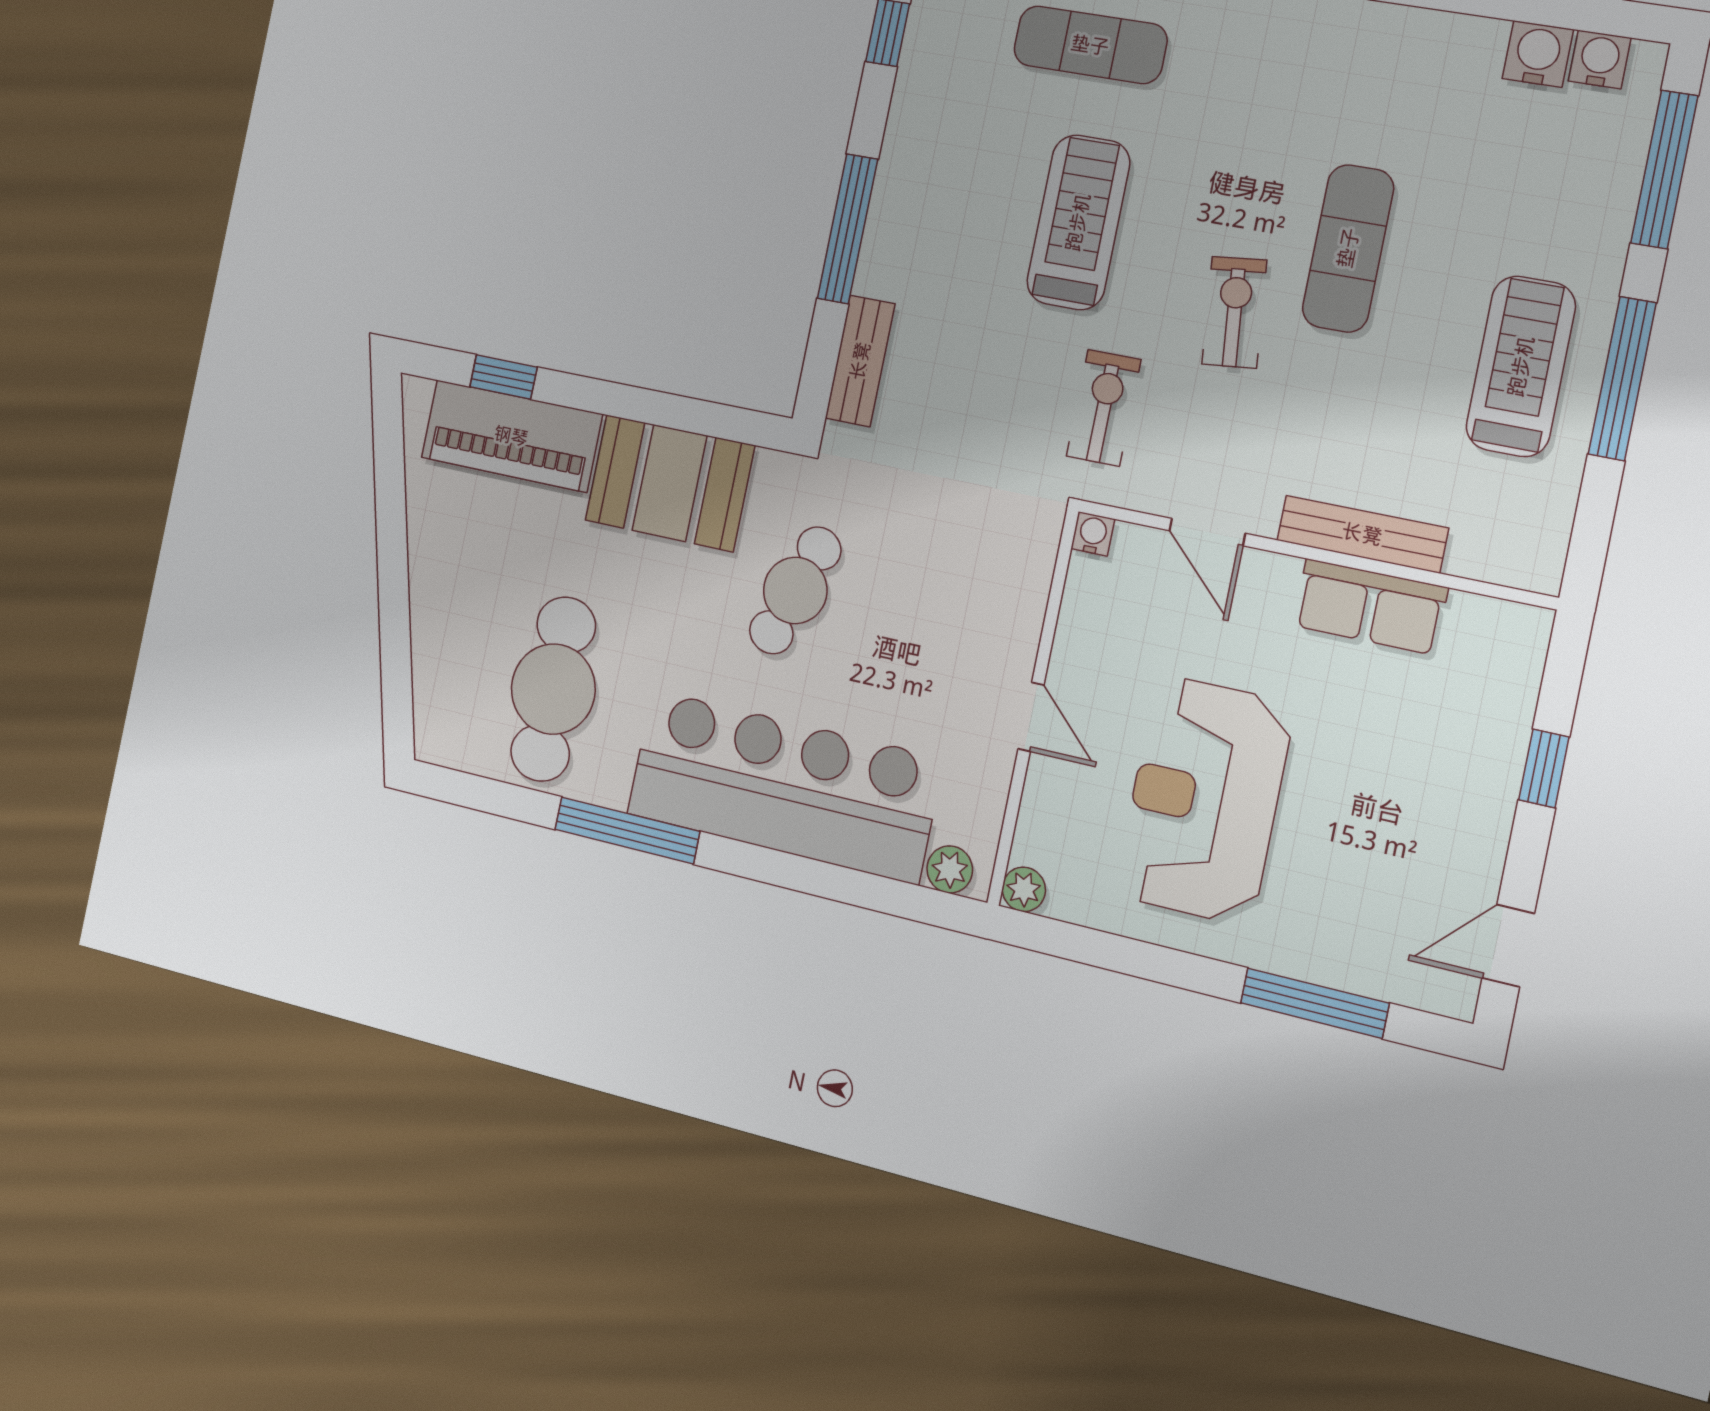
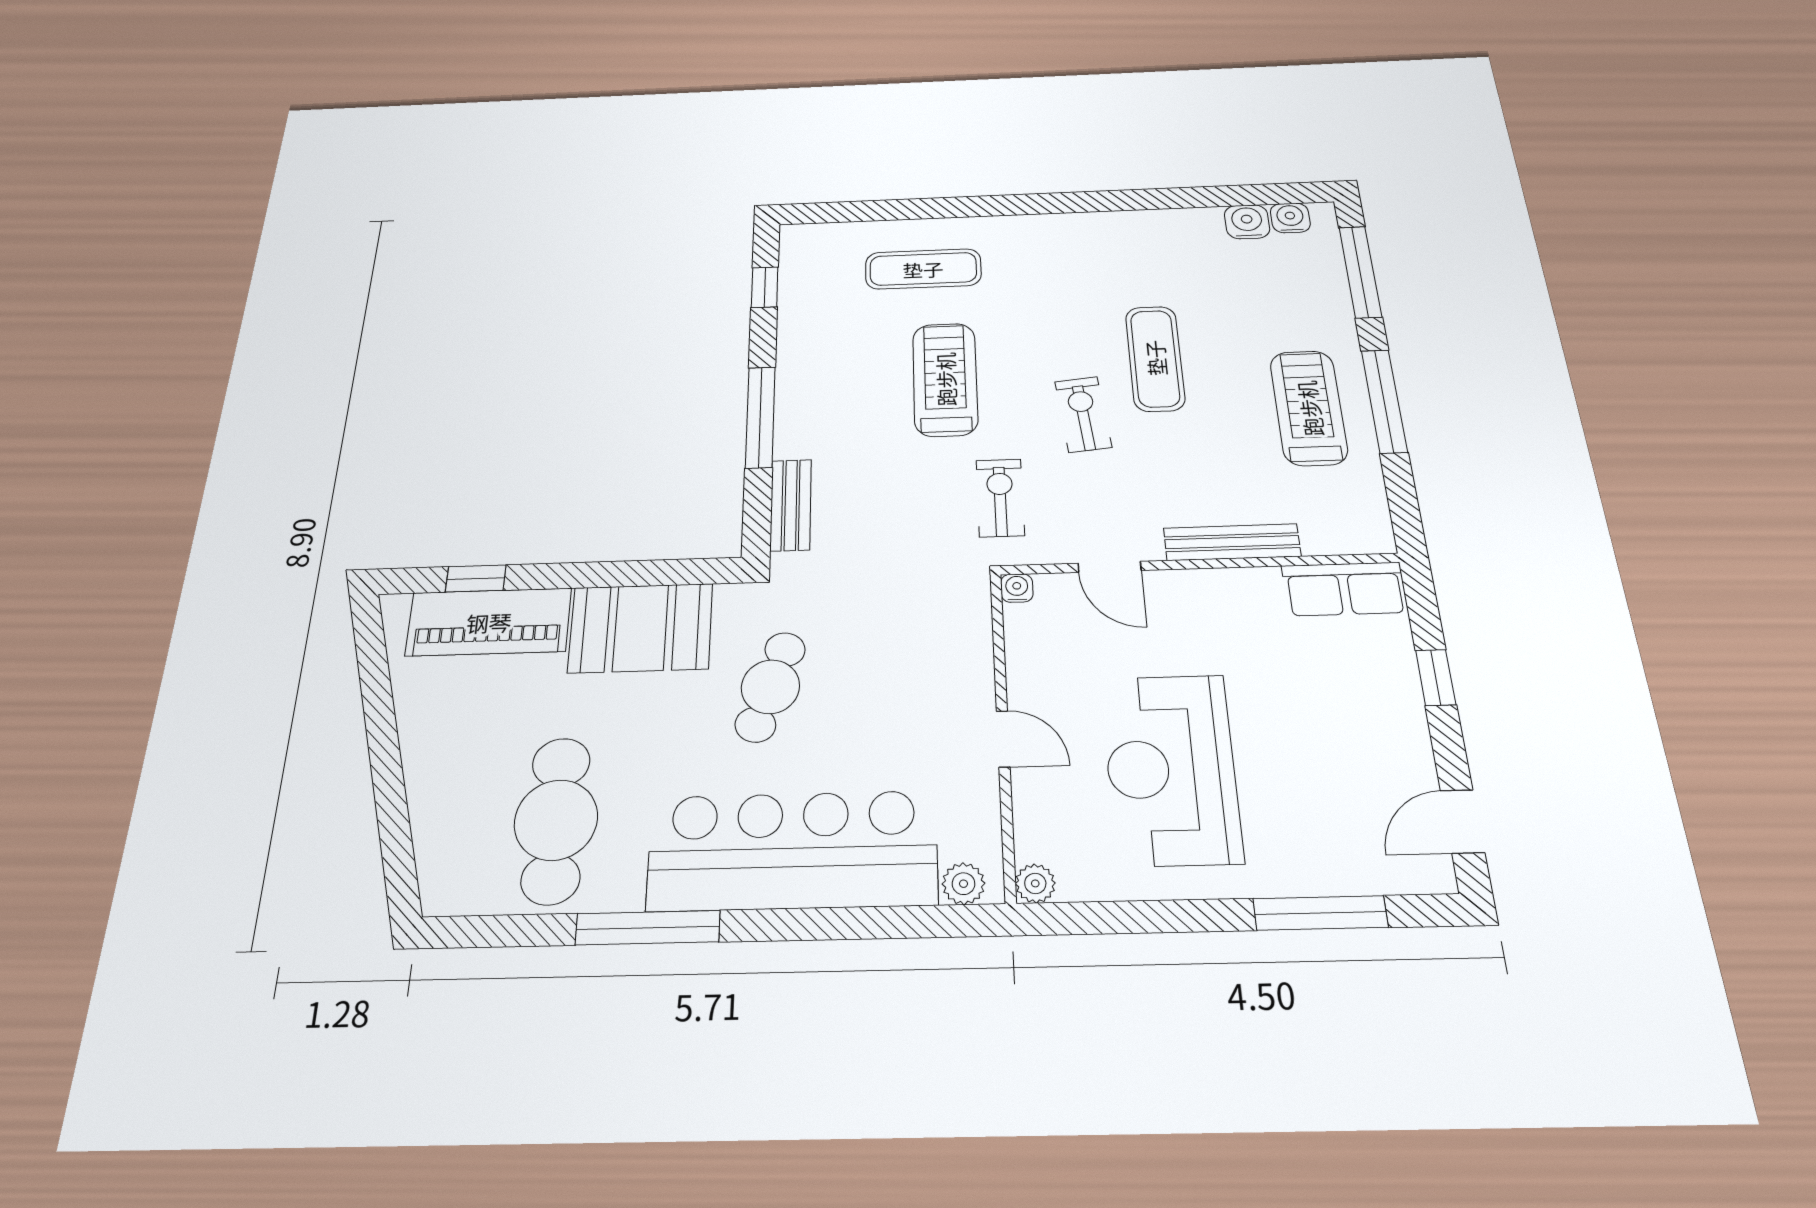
row of seats: (1370, 607) -> (1344, 589), moved

